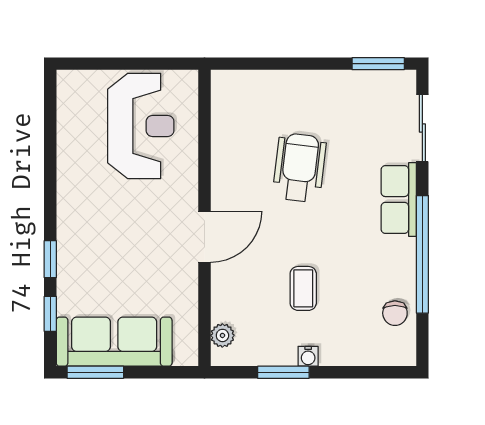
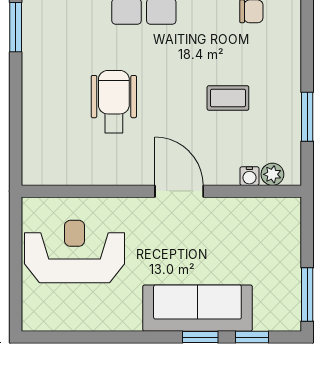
wheelchair: (299, 168) -> (114, 102), turned 83
sofa: (114, 342) -> (197, 308), moved, turned 90
water cooler: (308, 356) -> (249, 176), moved, turned 90

